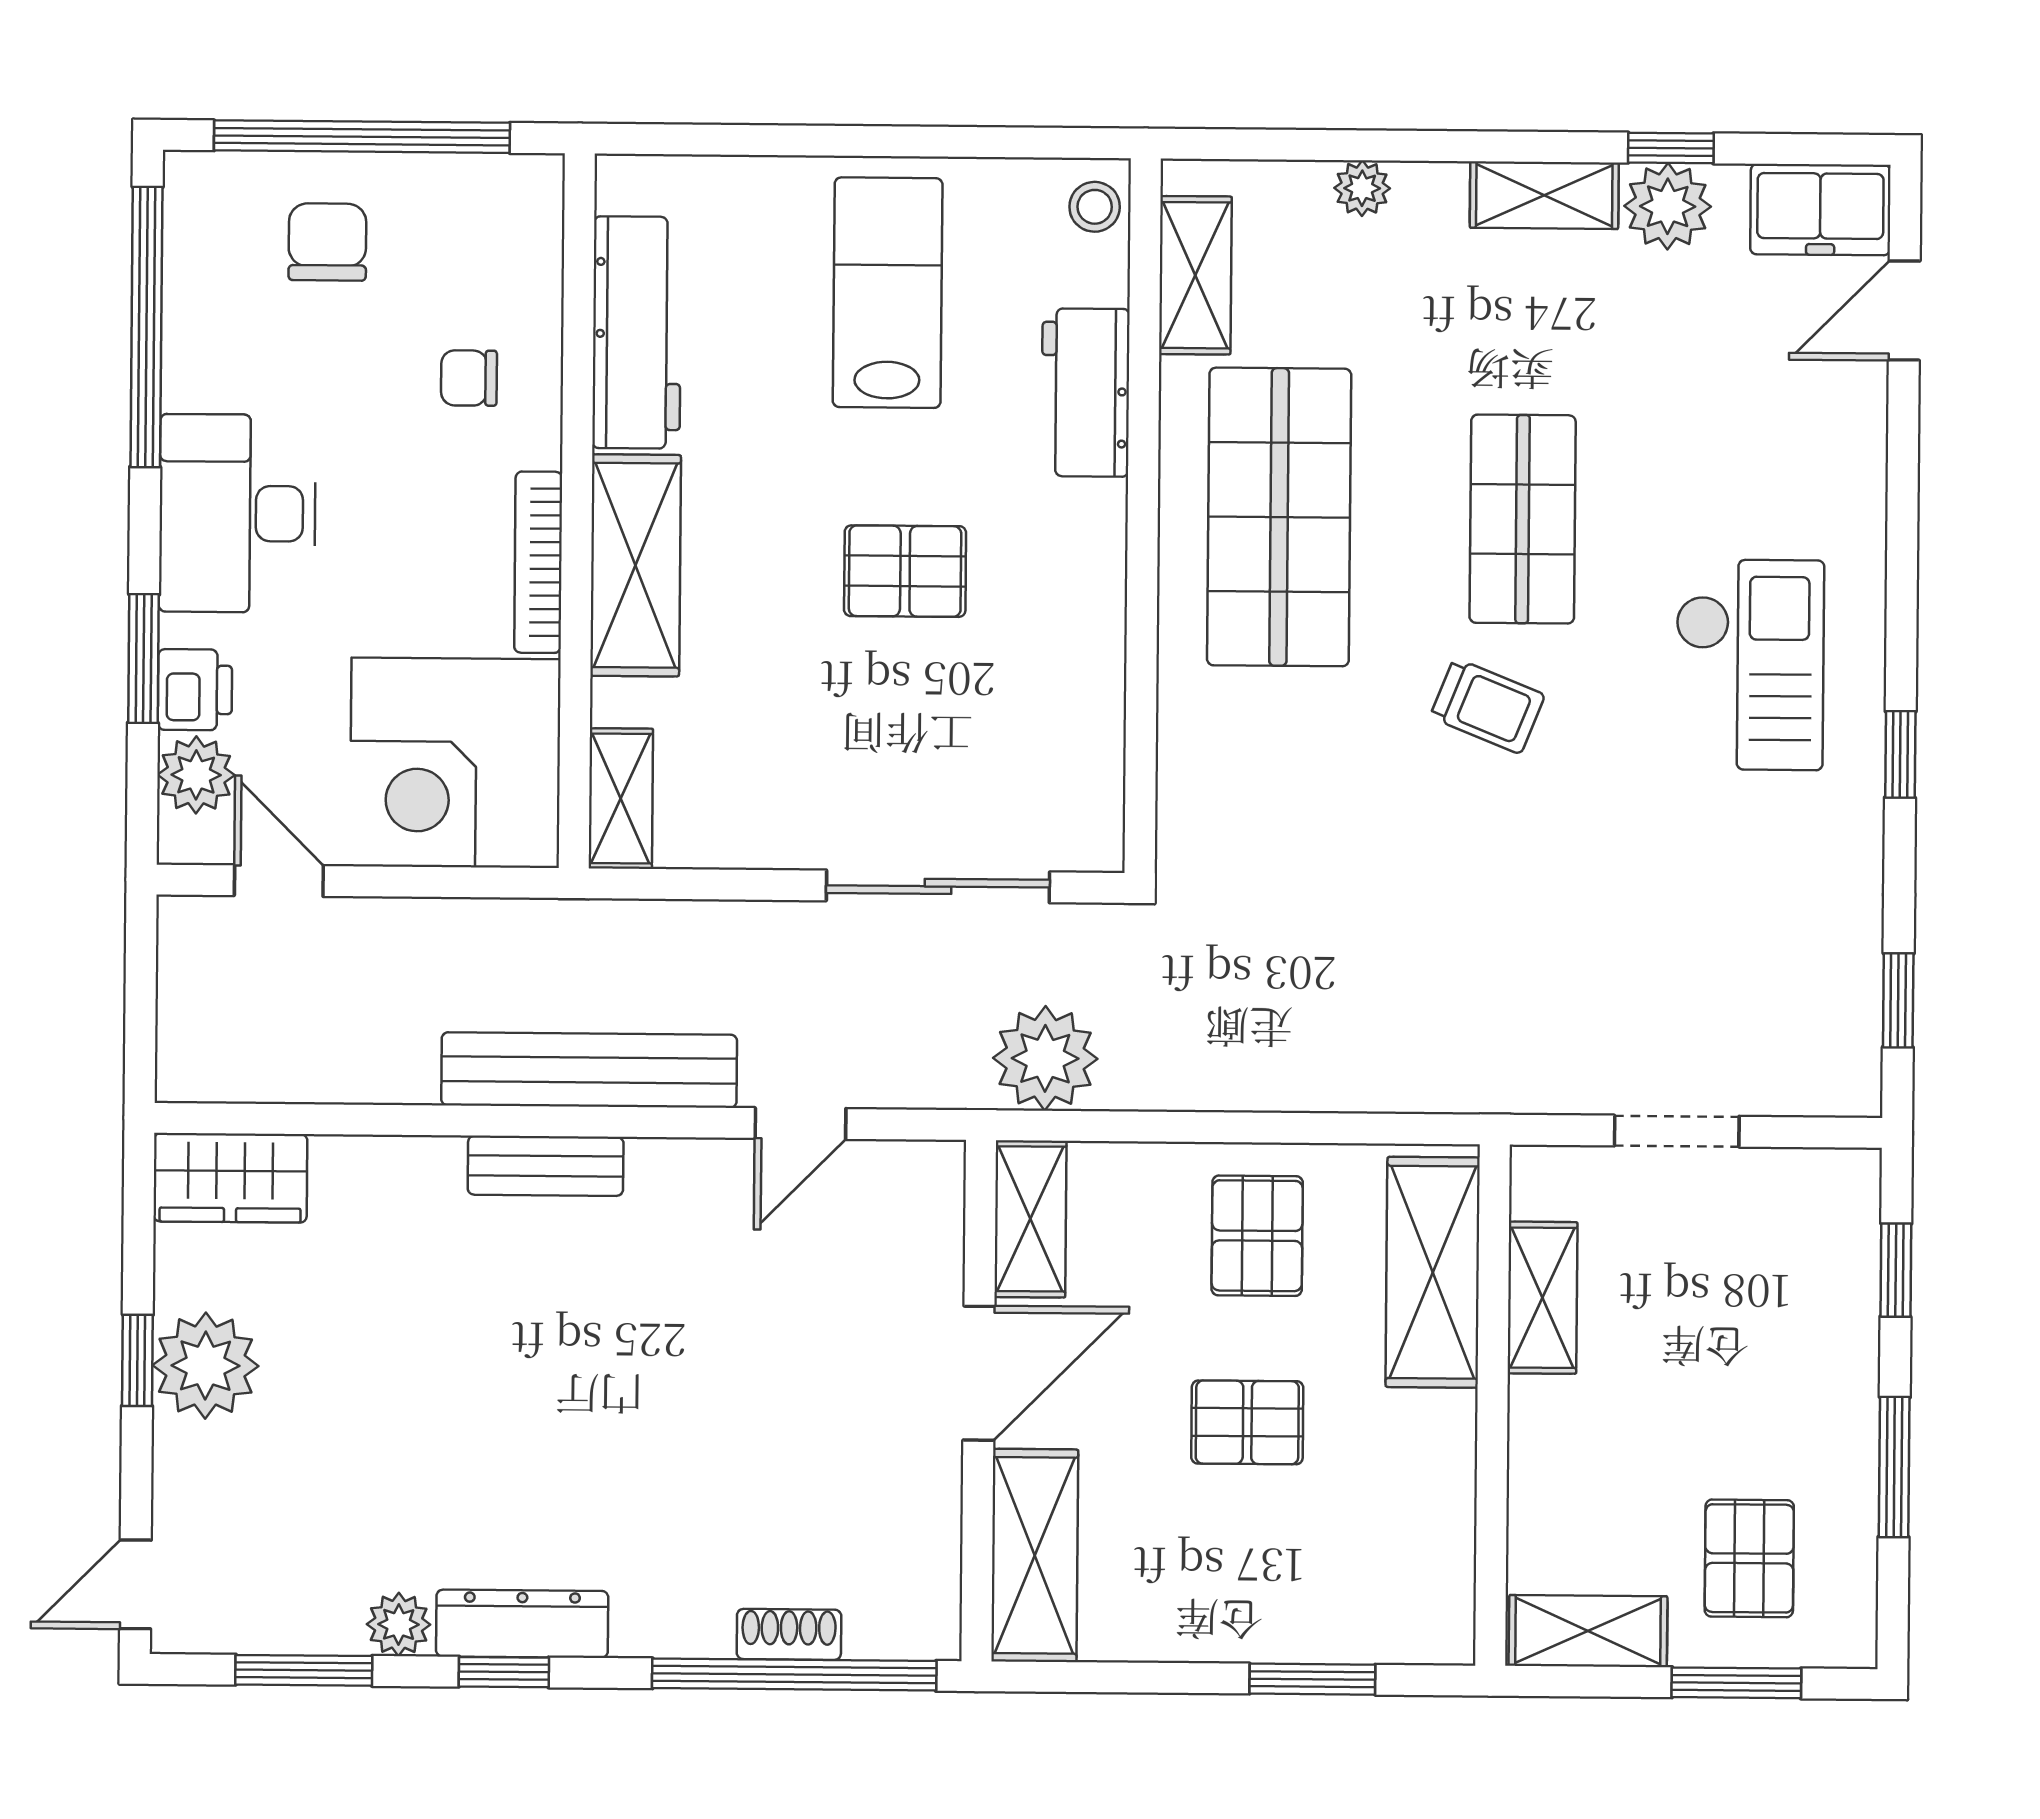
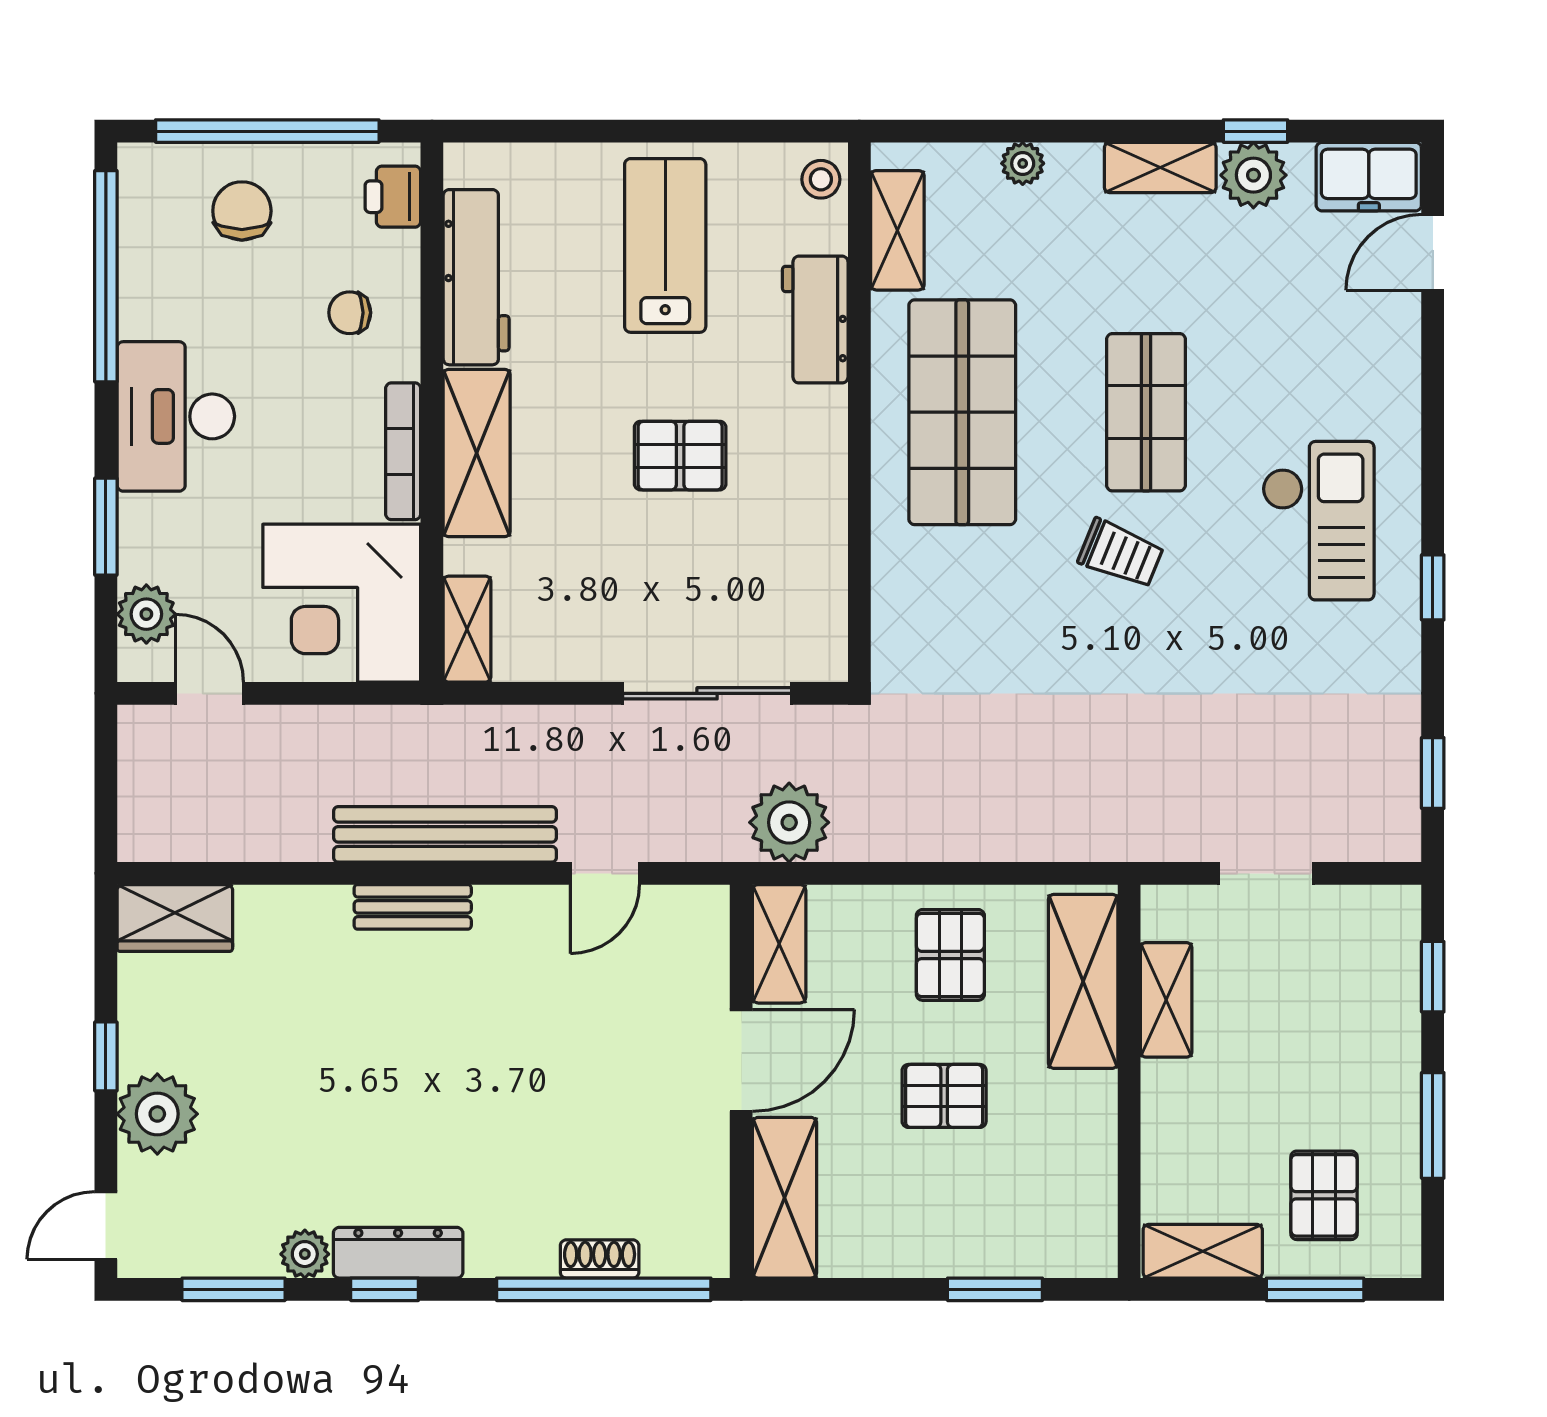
printer: (195, 690) -> (393, 197), moved, turned 180
plant: (205, 1366) -> (157, 1114), moved

